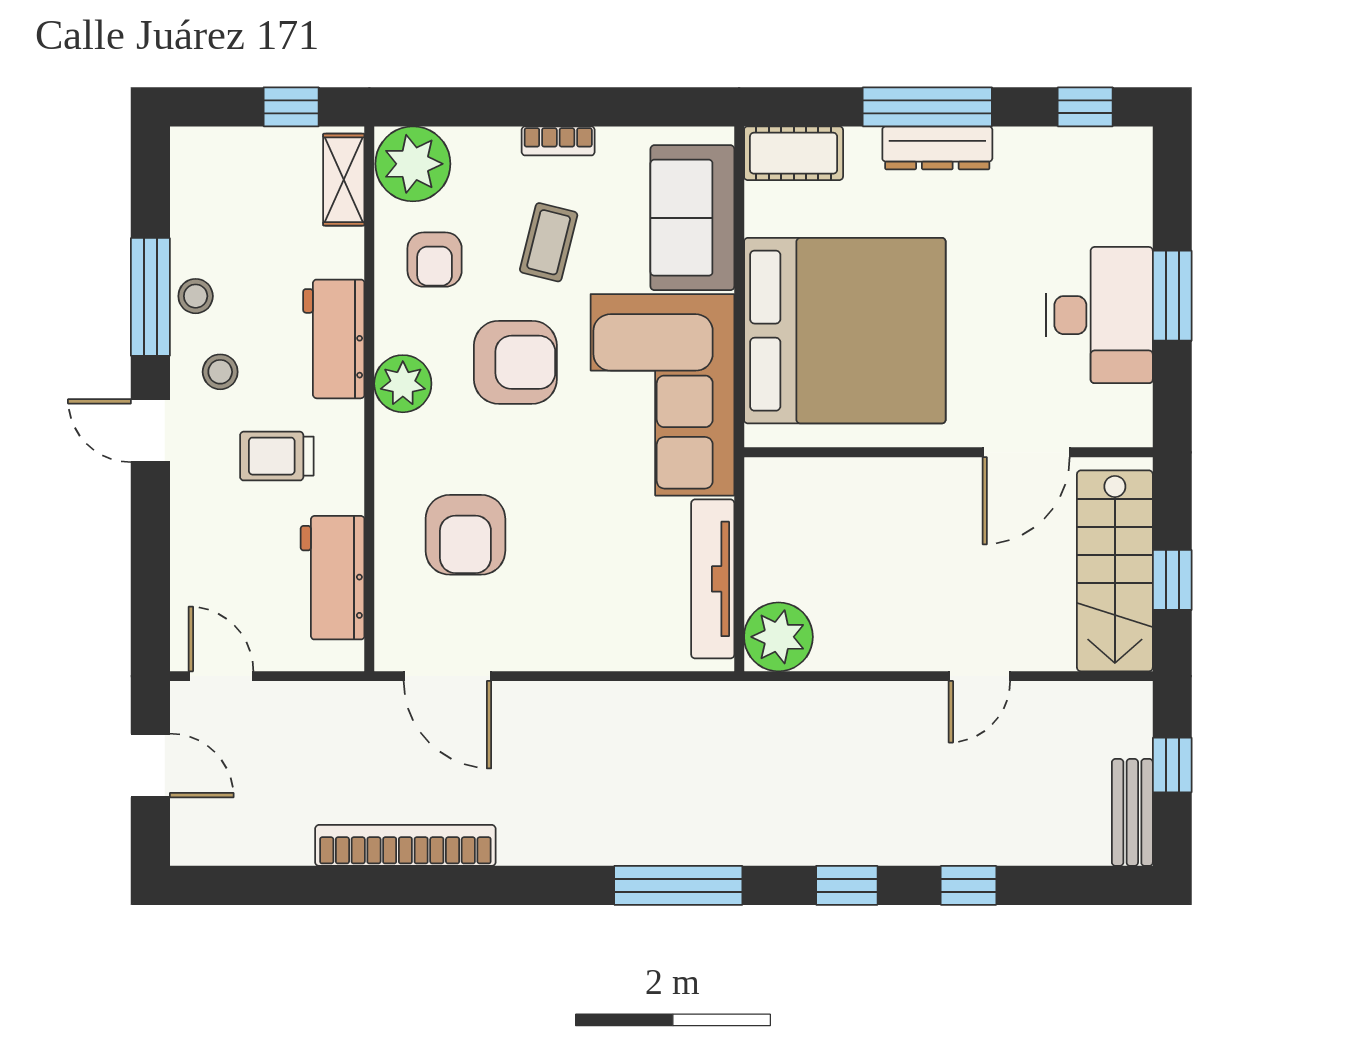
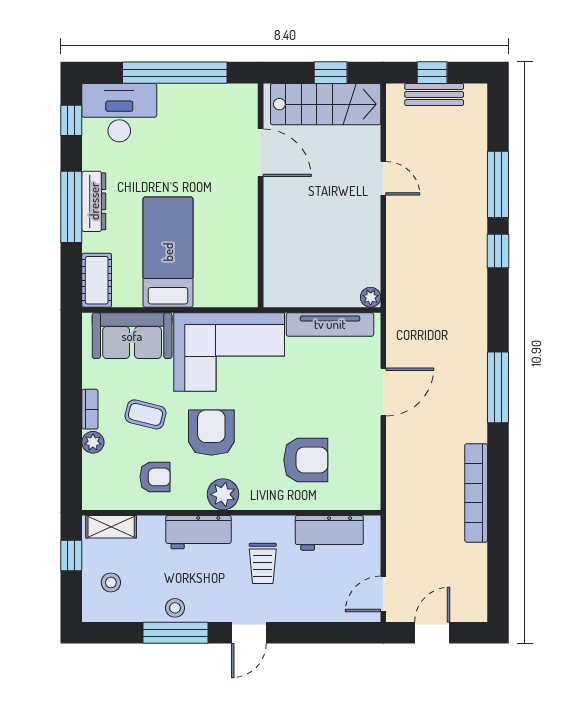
plant: (413, 164) -> (93, 442), moved, width x0.53, depth x0.53
window: (1172, 296) -> (175, 73), width x2.11
desk: (1099, 315) -> (119, 113), moved
bed: (845, 331) -> (168, 252), width x0.49
stool: (220, 372) -> (111, 582), moved
plant: (778, 637) -> (371, 297), width x0.53, depth x0.53
door: (447, 676) -> (383, 392), moved
bench: (1132, 812) -> (434, 95), moved
window: (678, 885) -> (498, 387), moved
window: (968, 885) -> (498, 184), width x2.17

